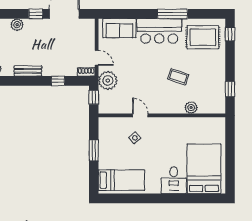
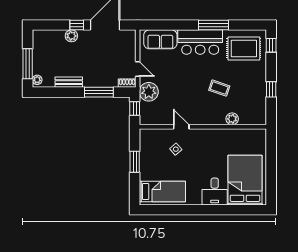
plant: (17, 25) -> (71, 36), moved
window: (58, 81) -> (99, 92), width x2.17
window: (230, 89) -> (271, 89), moved

